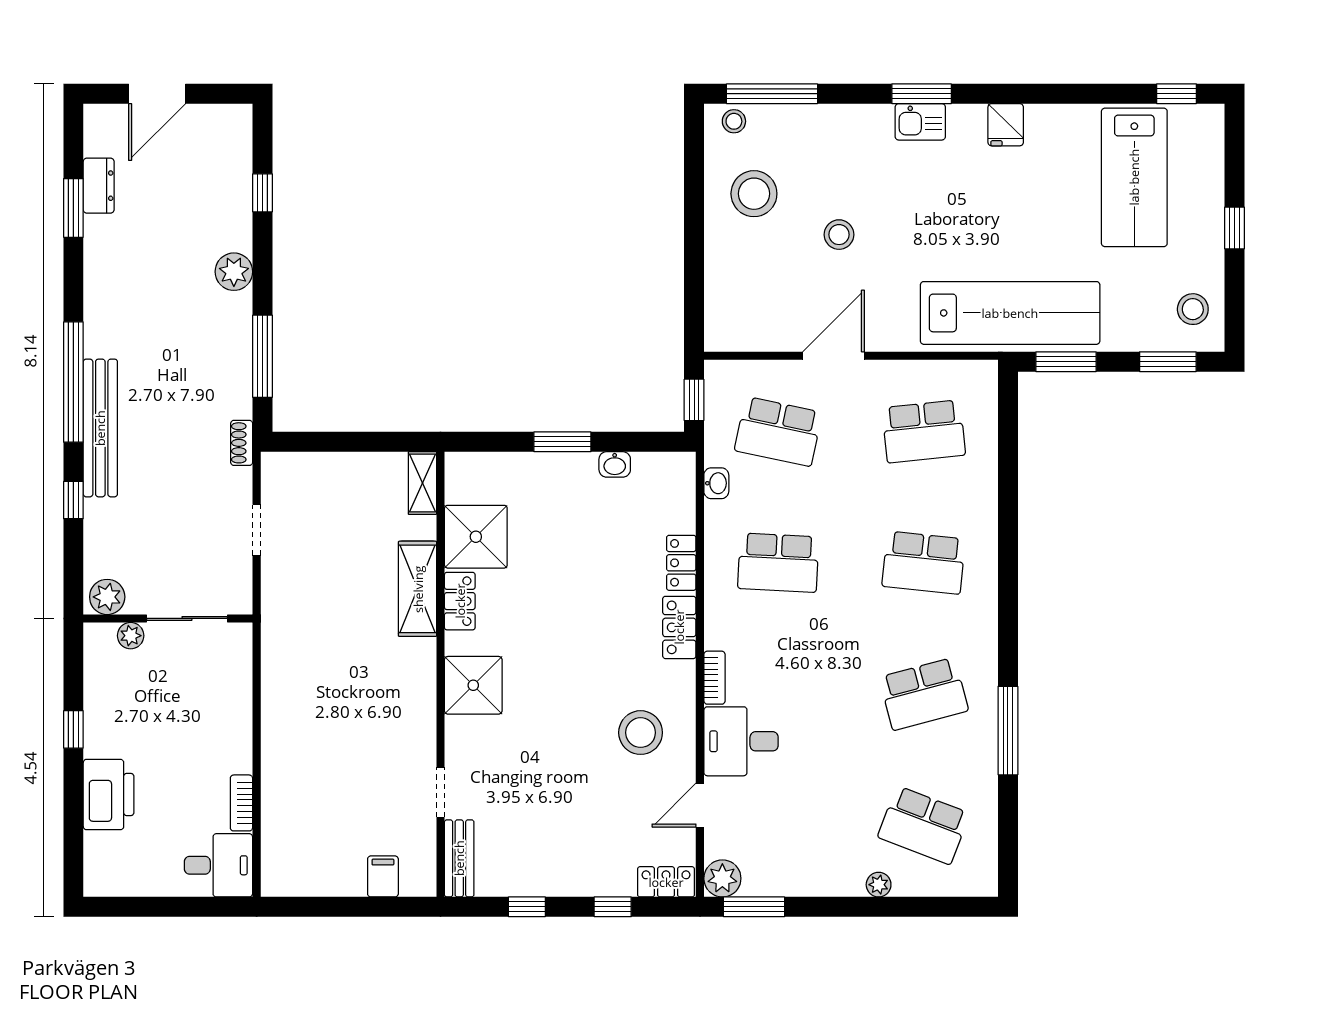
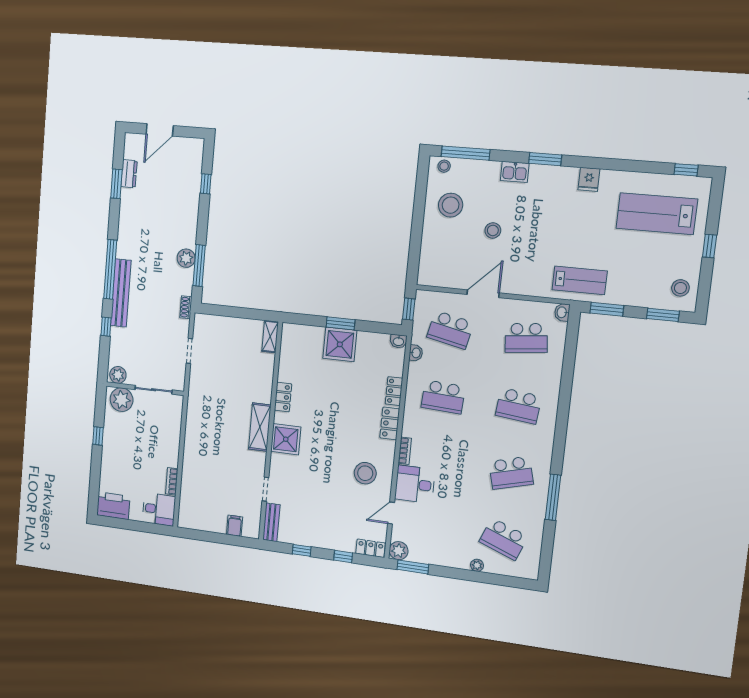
kitchen sink: (920, 122) -> (515, 172), moved
lab bench: (1134, 177) -> (657, 214), turned 90
plant: (234, 272) -> (186, 258), moved
lab bench: (1010, 313) -> (580, 280), width x0.54, depth x0.72
washbasin: (985, 376) -> (562, 312), added
washbasin: (615, 464) -> (398, 341), moved
shower: (476, 537) -> (340, 344), moved
shelving: (418, 589) -> (260, 427), moved
plant: (131, 636) -> (122, 400), width x1.87, depth x1.87
printer: (109, 795) -> (113, 506), moved, turned -90

